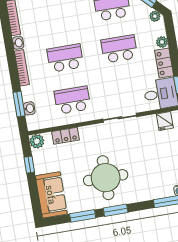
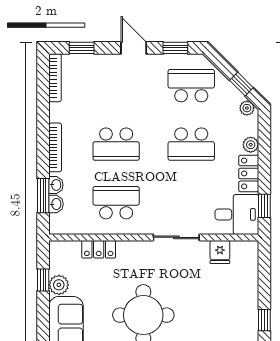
washbasin: (18, 43) -> (56, 185), moved
school desk: (119, 49) -> (191, 144), turned 180
school desk: (65, 58) -> (116, 144), turned 180
fridge: (165, 121) -> (220, 252), moved
plant: (37, 141) -> (59, 285), moved

